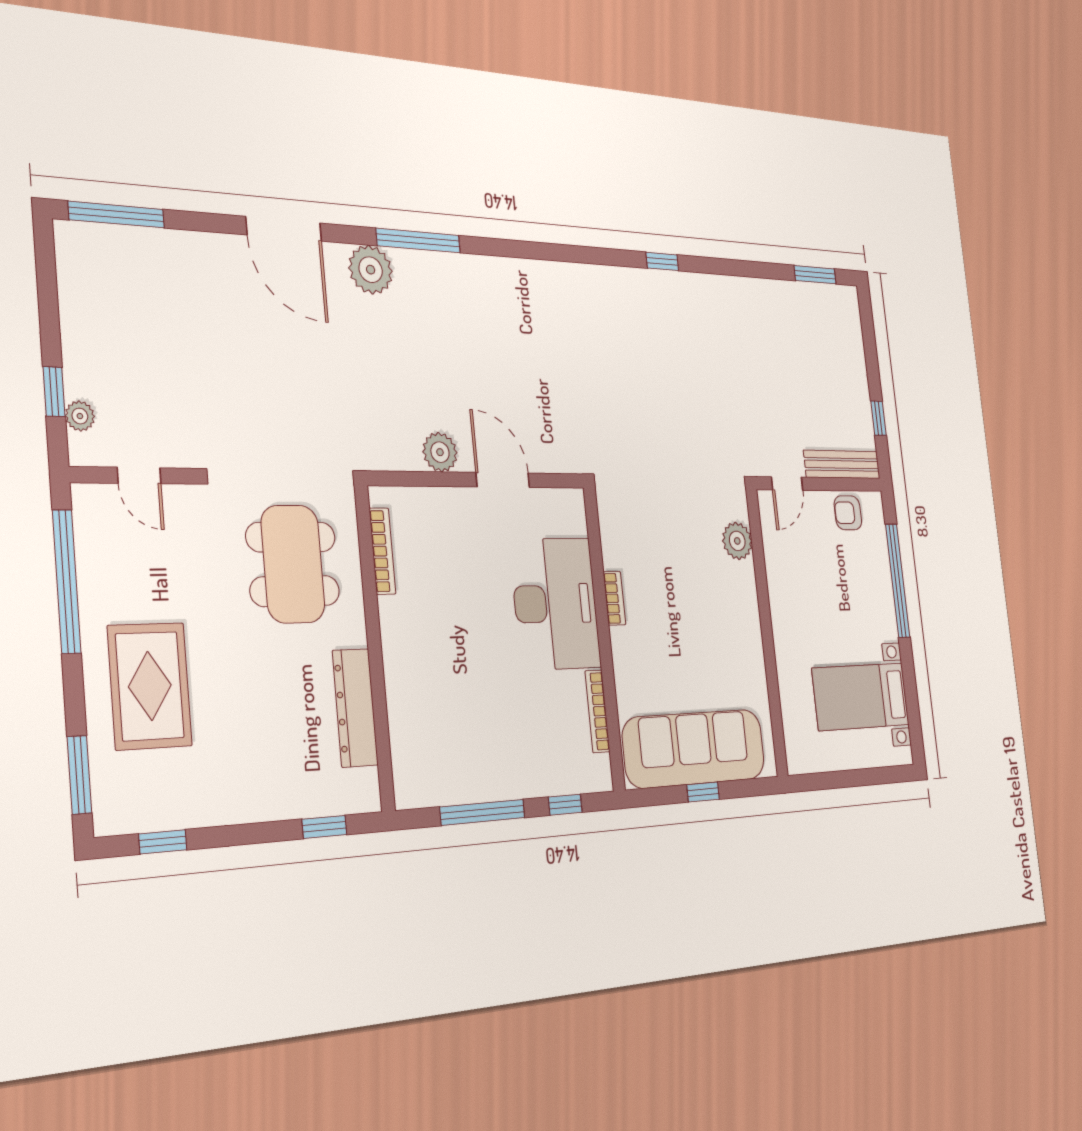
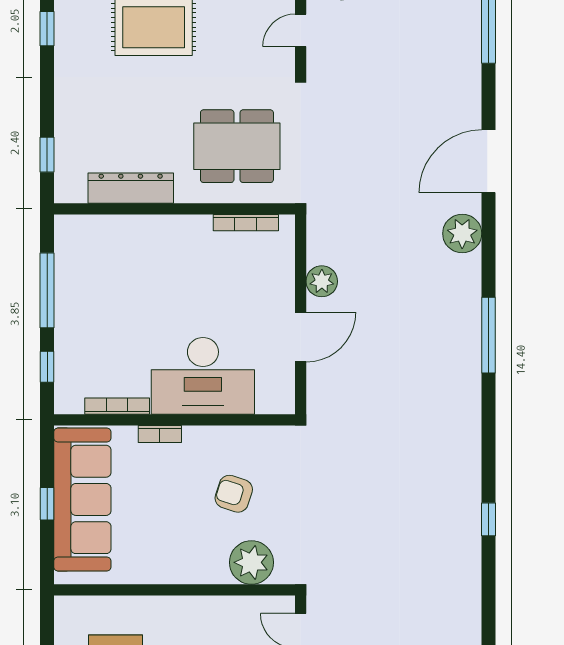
window: (418, 241) -> (489, 335), moved
plant: (737, 541) -> (251, 562), width x1.36, depth x1.36
armchair: (670, 563) -> (234, 494), added
bookcase: (614, 598) -> (160, 434), moved

